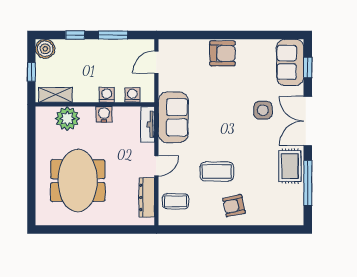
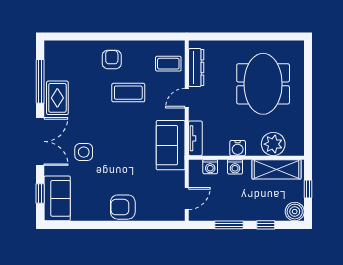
shelving: (56, 95) -> (276, 169), width x1.50, depth x1.33
armchair: (234, 206) -> (112, 59), turned -78

